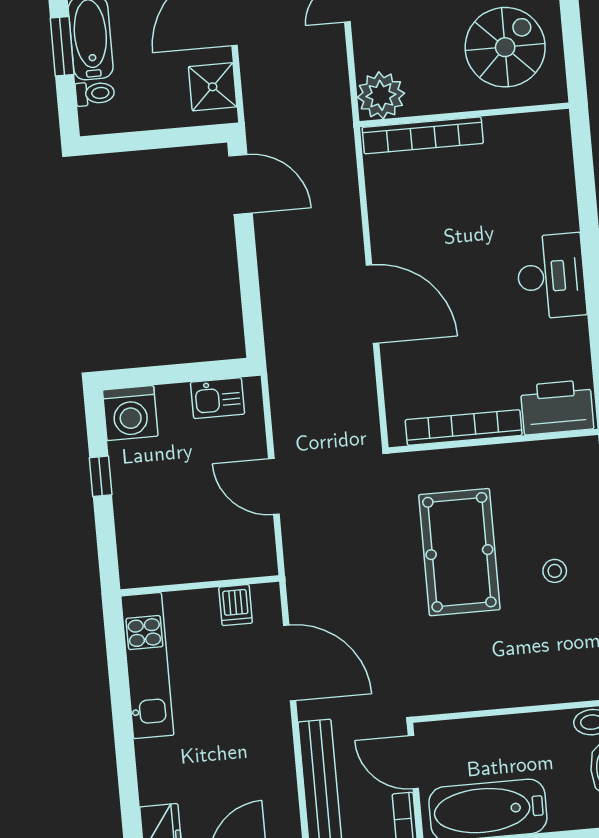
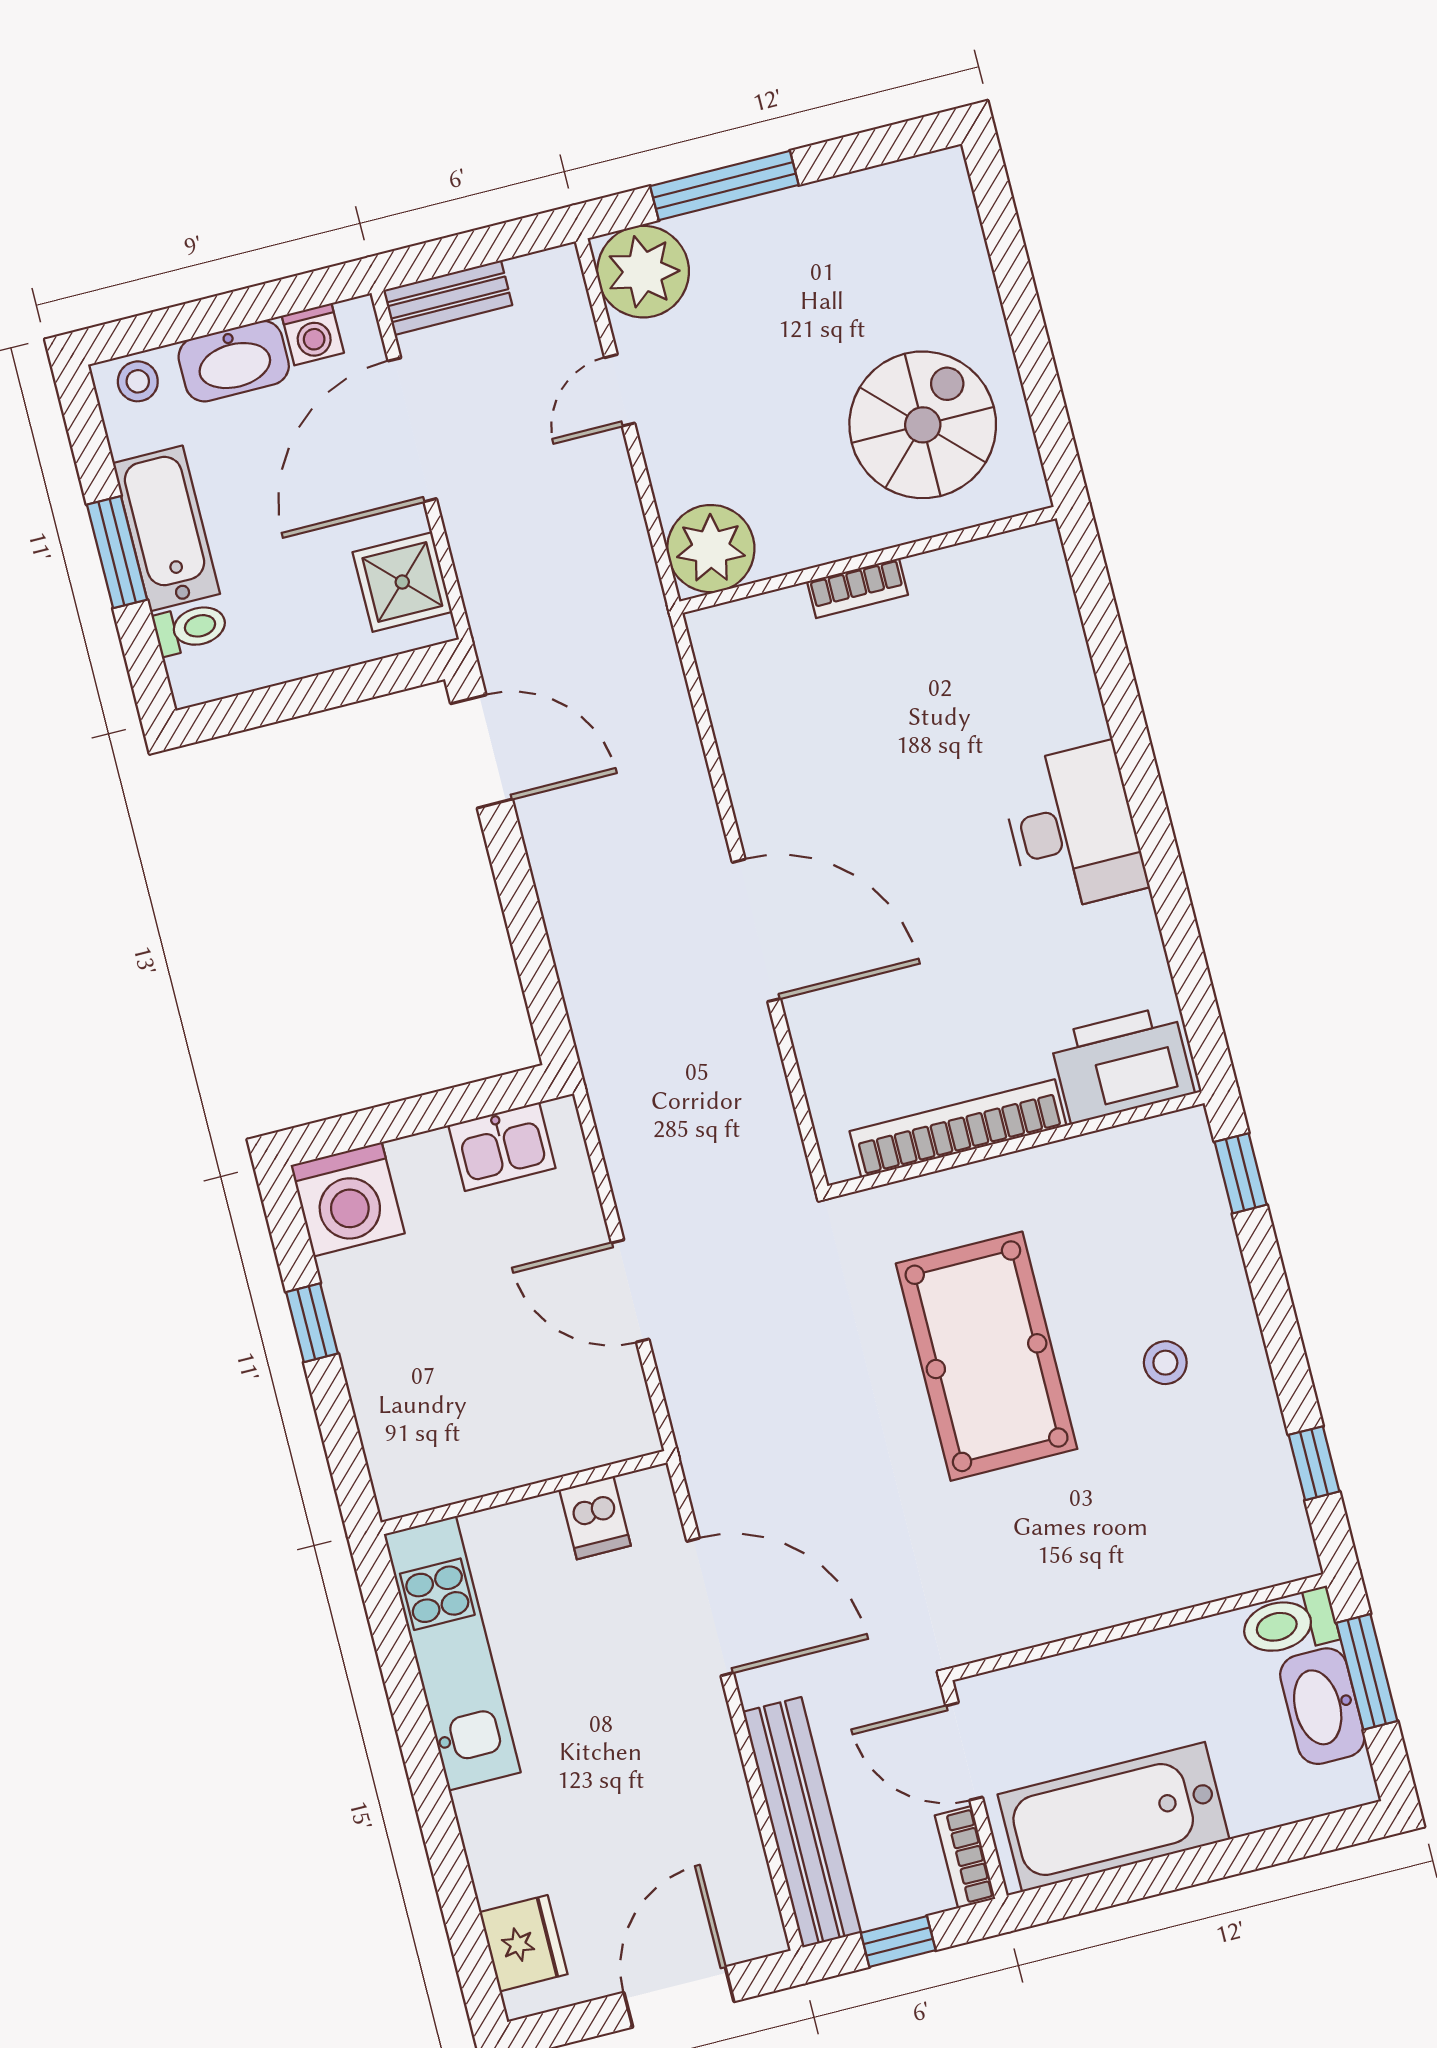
bookcase: (423, 135) -> (857, 588), width x0.43, depth x0.76

